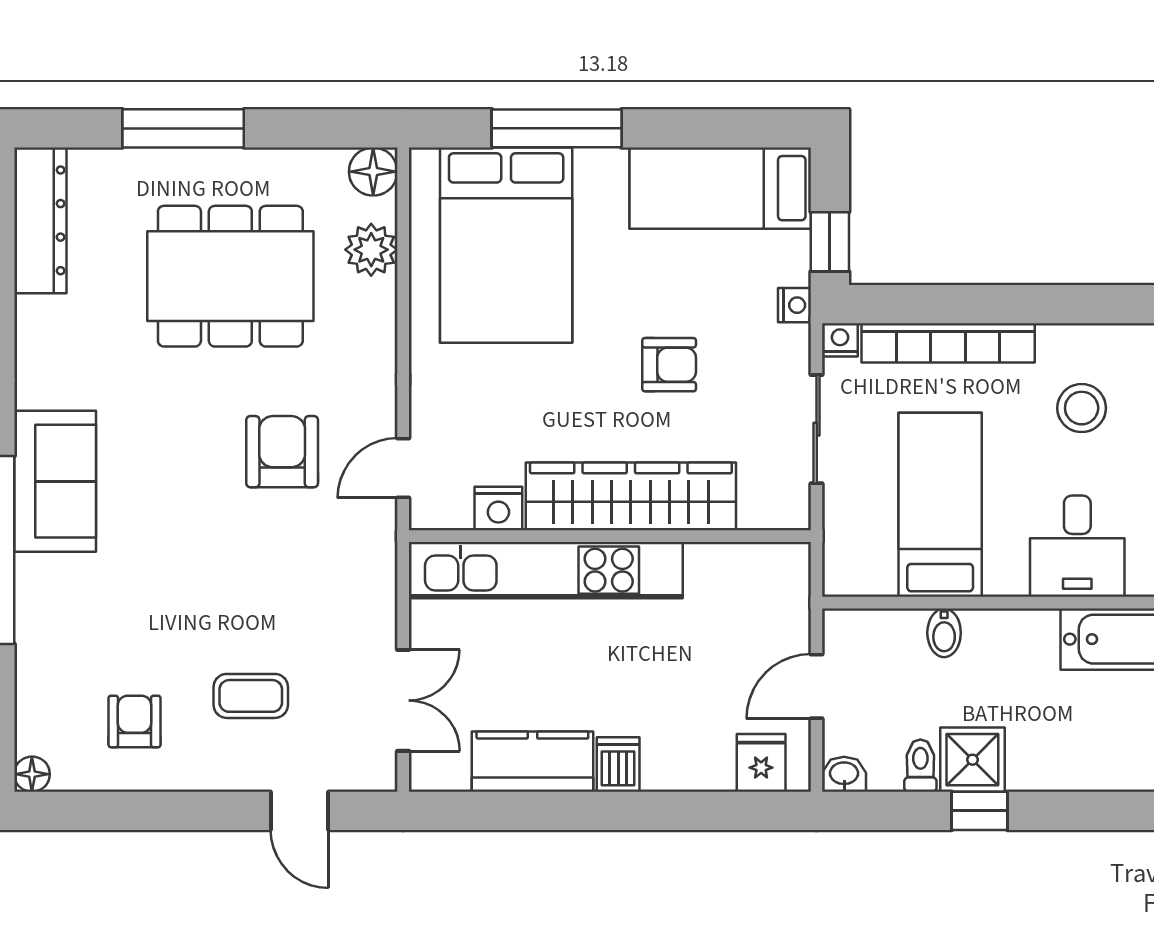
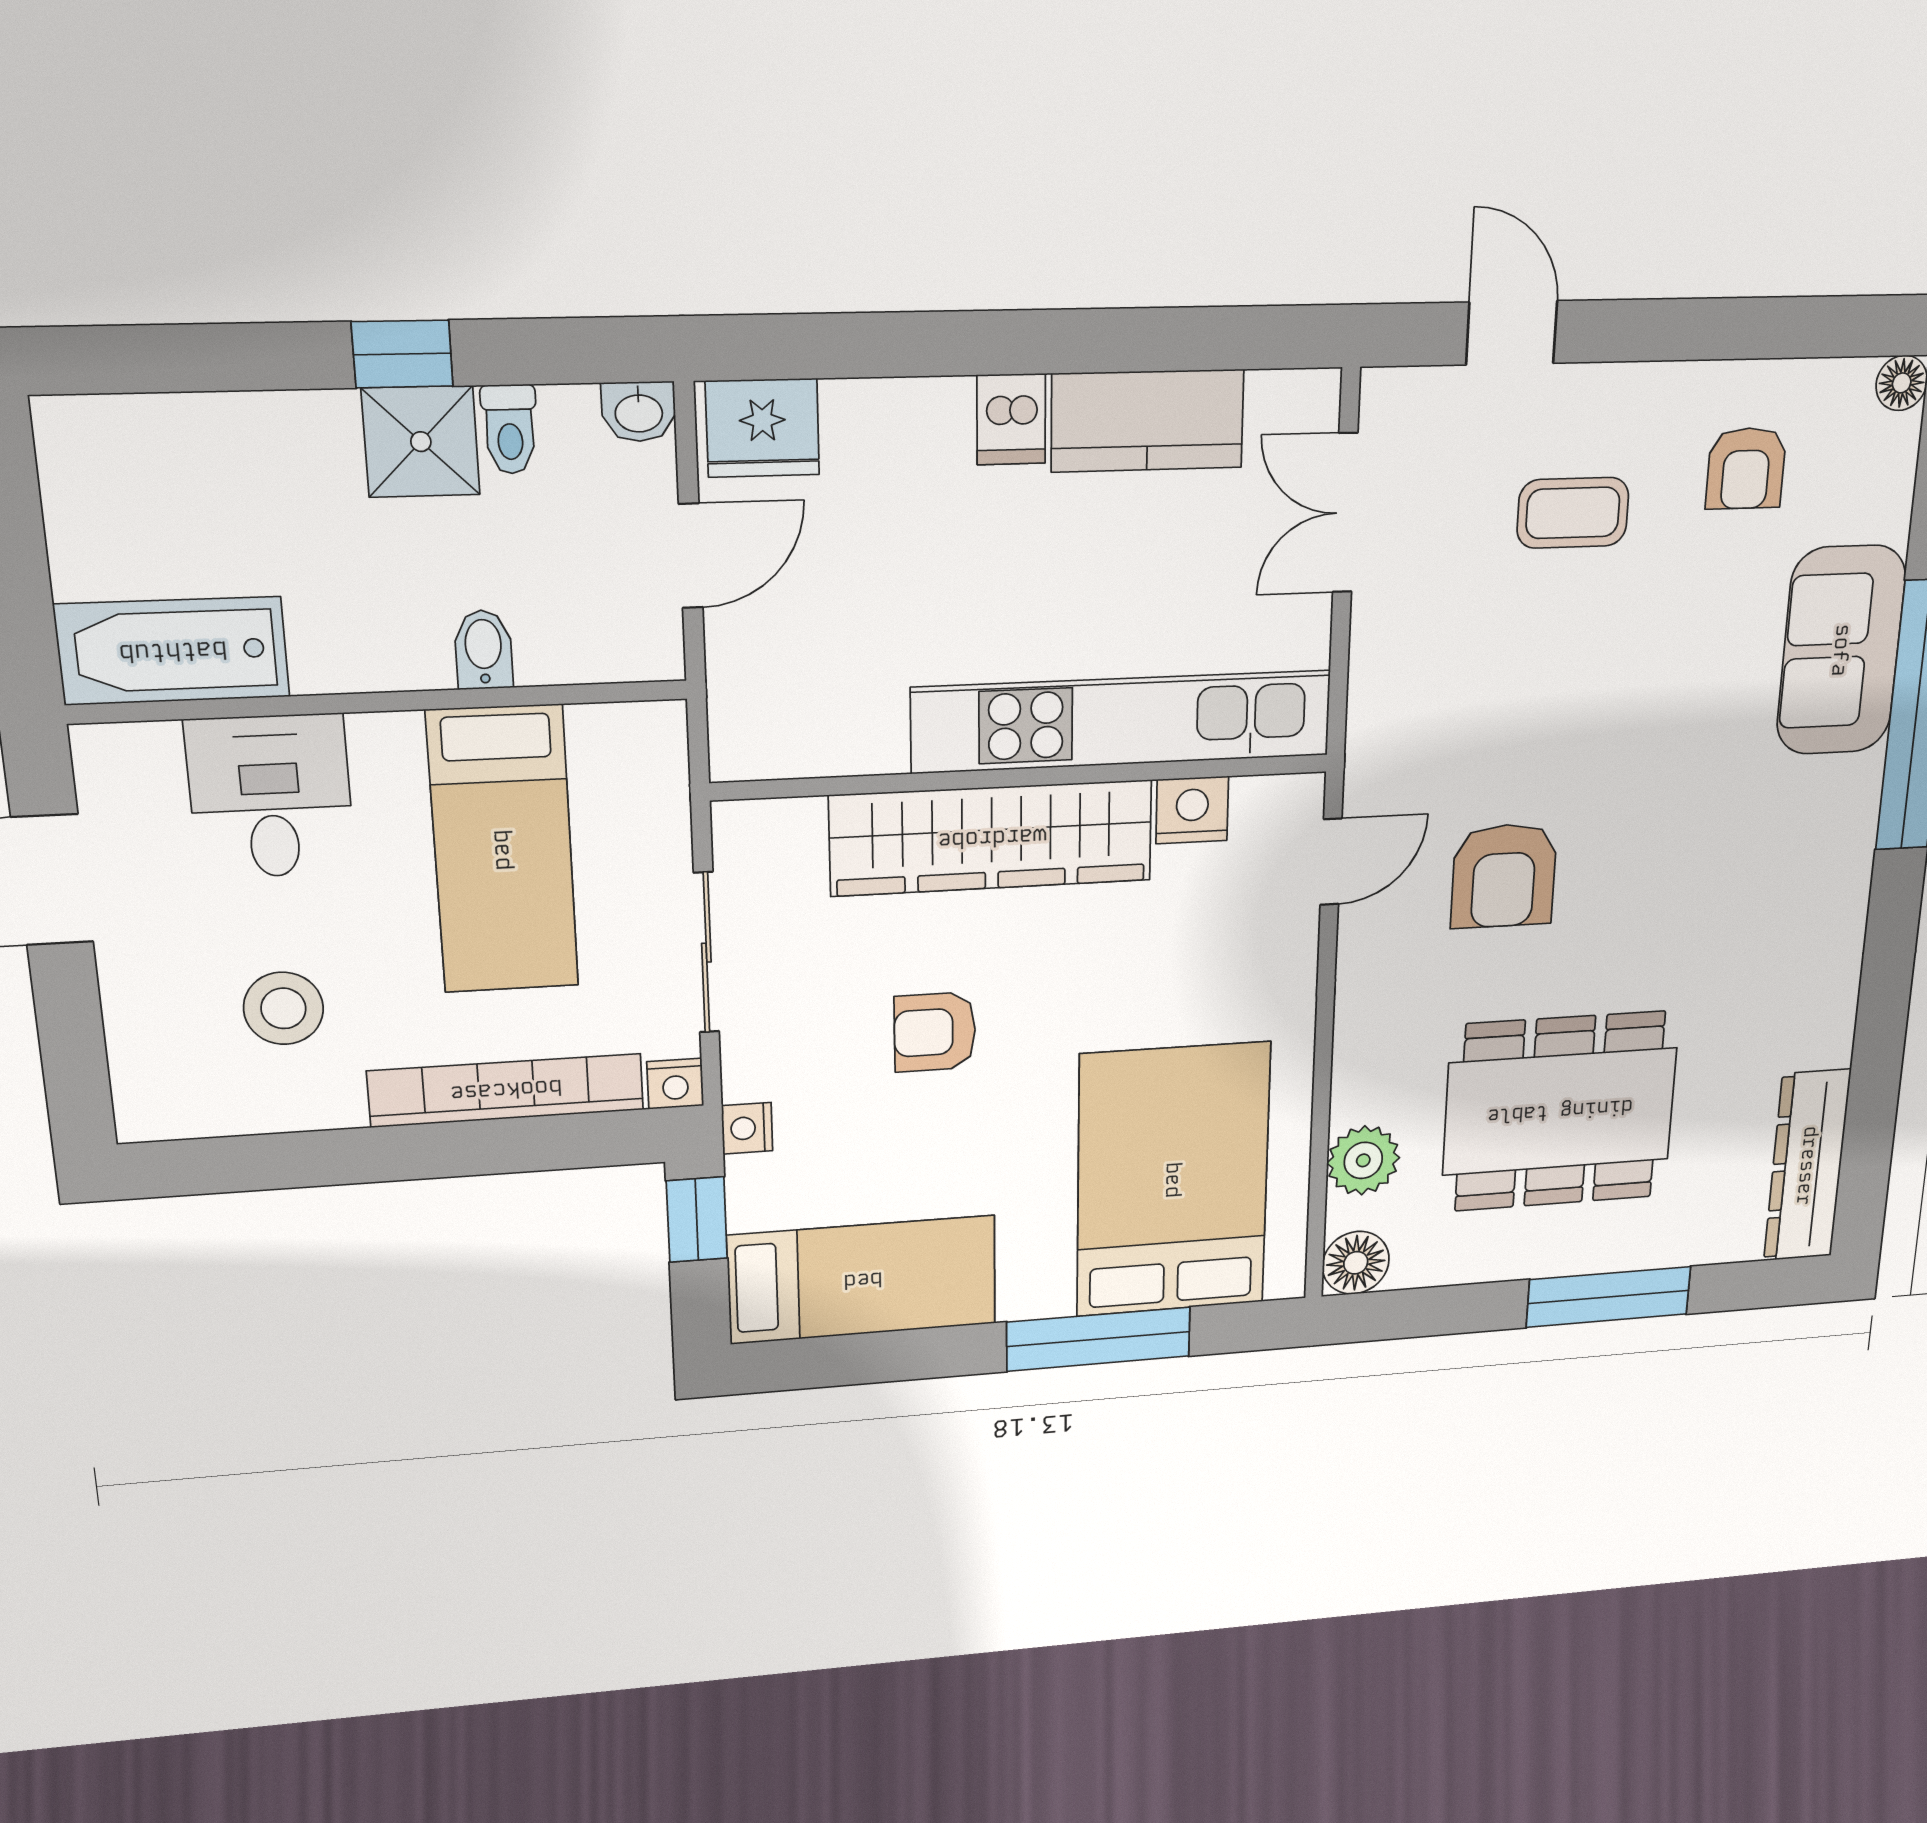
sofa: (55, 481) -> (1841, 650), moved
fridge: (761, 763) -> (763, 428), width x1.38

